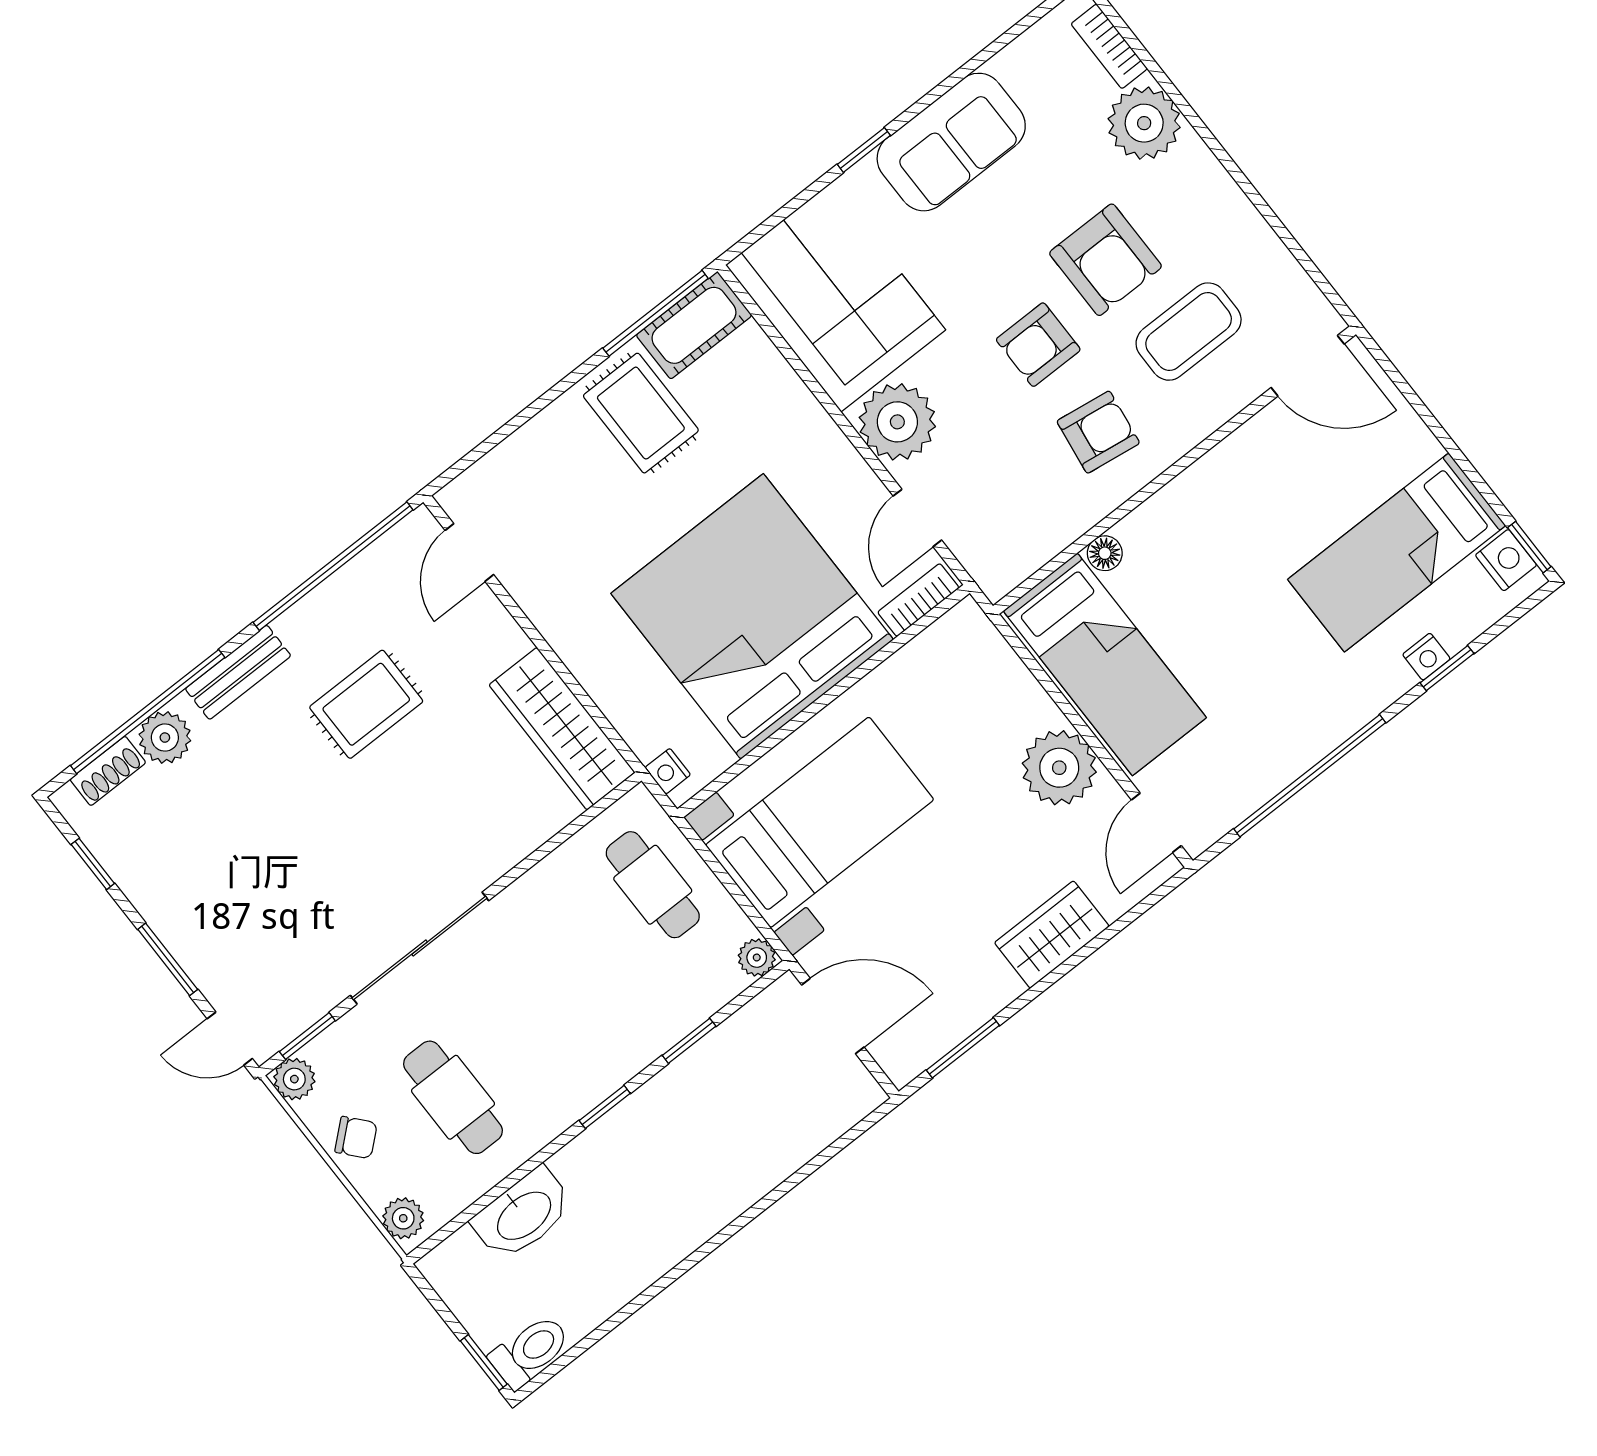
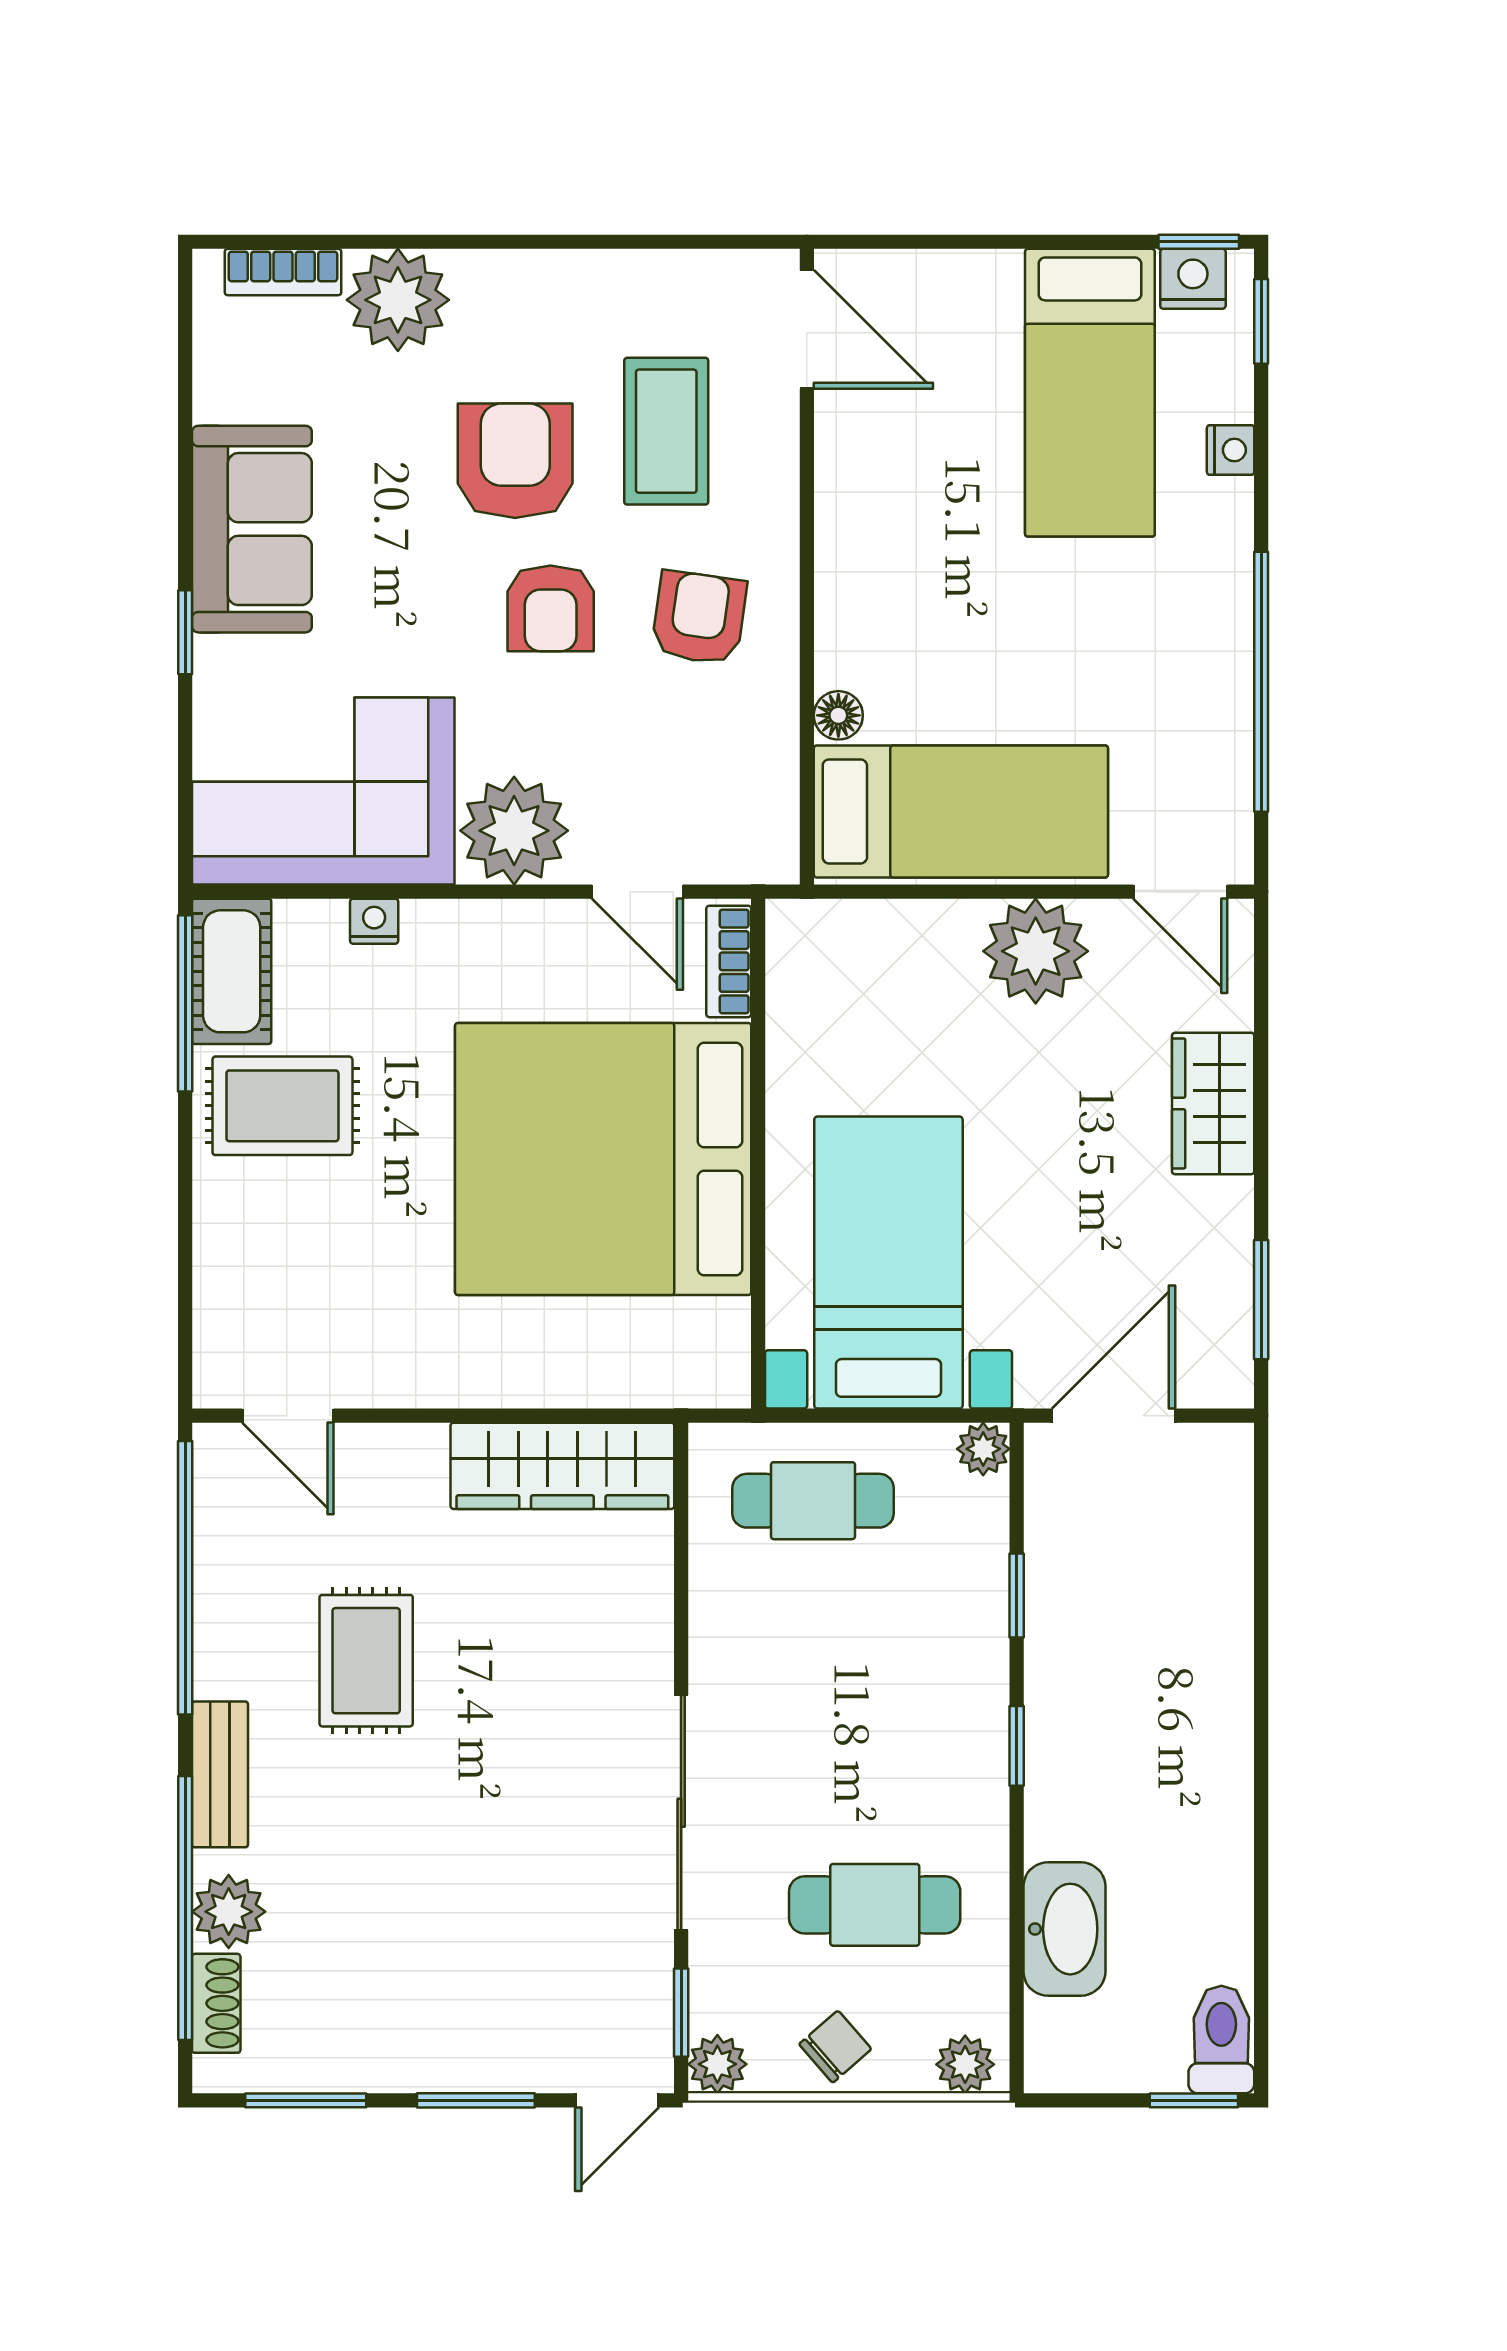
armchair: (1105, 260) -> (515, 461), turned -90
door: (1308, 366) -> (807, 329), hinge flipped
window: (1447, 668) -> (1261, 321), moved
nightstand: (668, 771) -> (374, 921), moved, turned 180
window: (93, 864) -> (306, 2100), width x1.50

